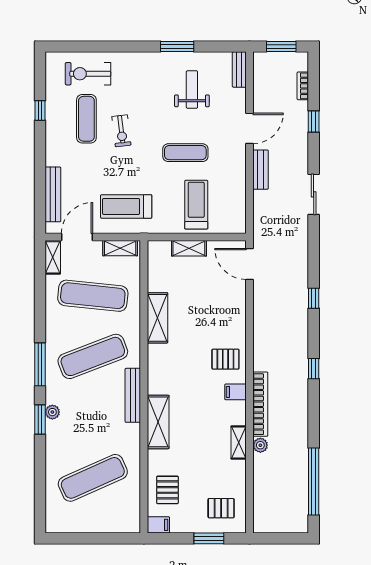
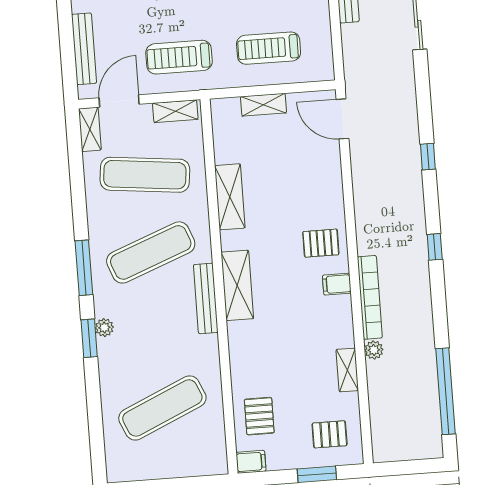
treadmill: (196, 205) -> (269, 48), turned -90
shelving: (158, 422) -> (237, 285), moved
shelving: (239, 443) -> (347, 370), moved

